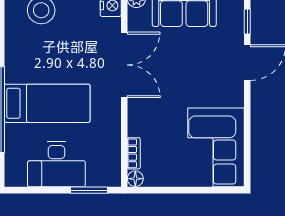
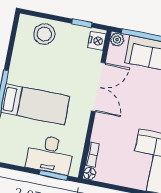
desk: (56, 164) -> (50, 155), moved

